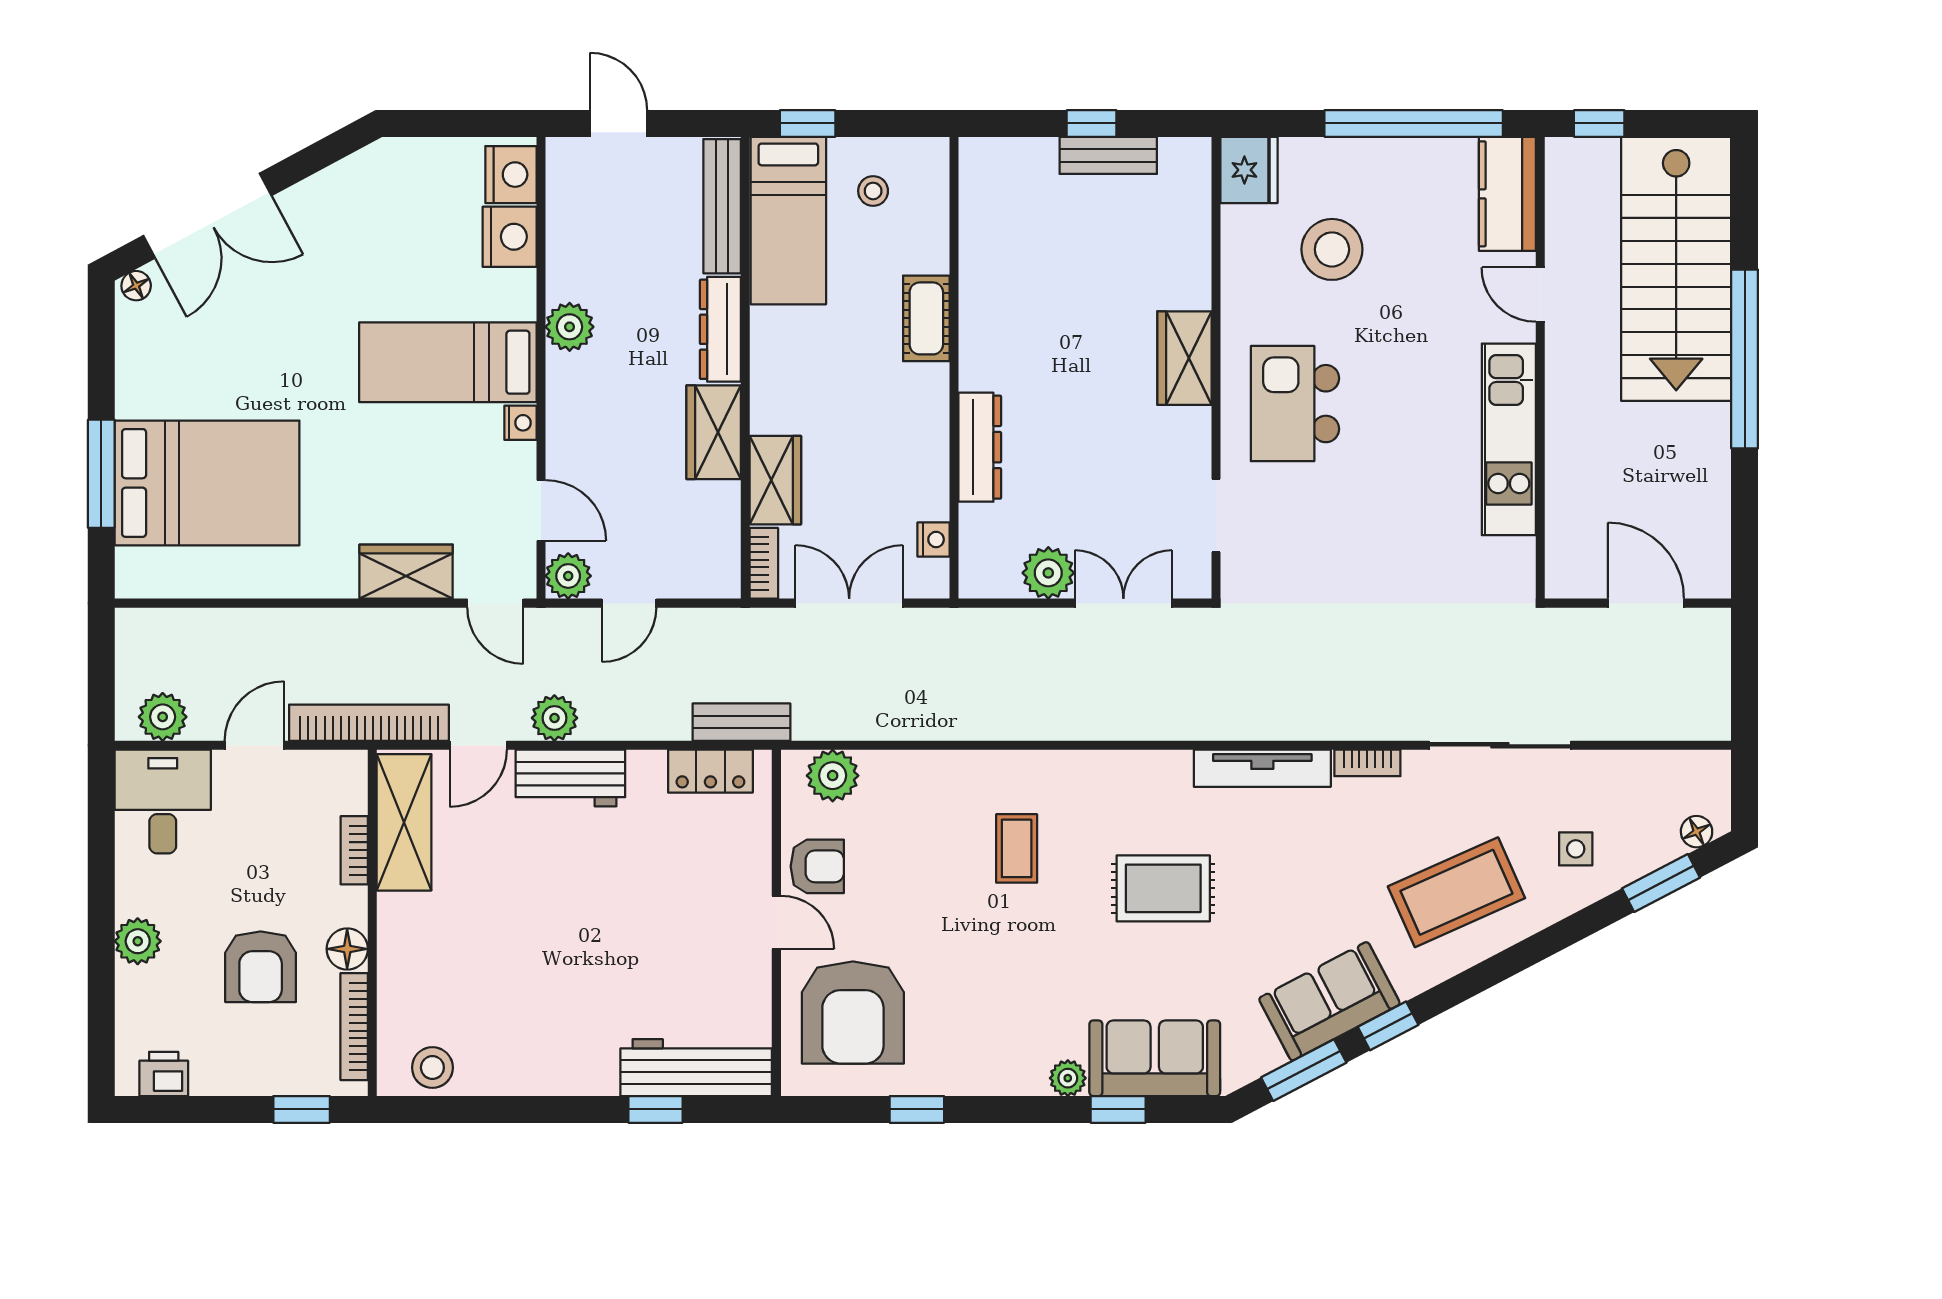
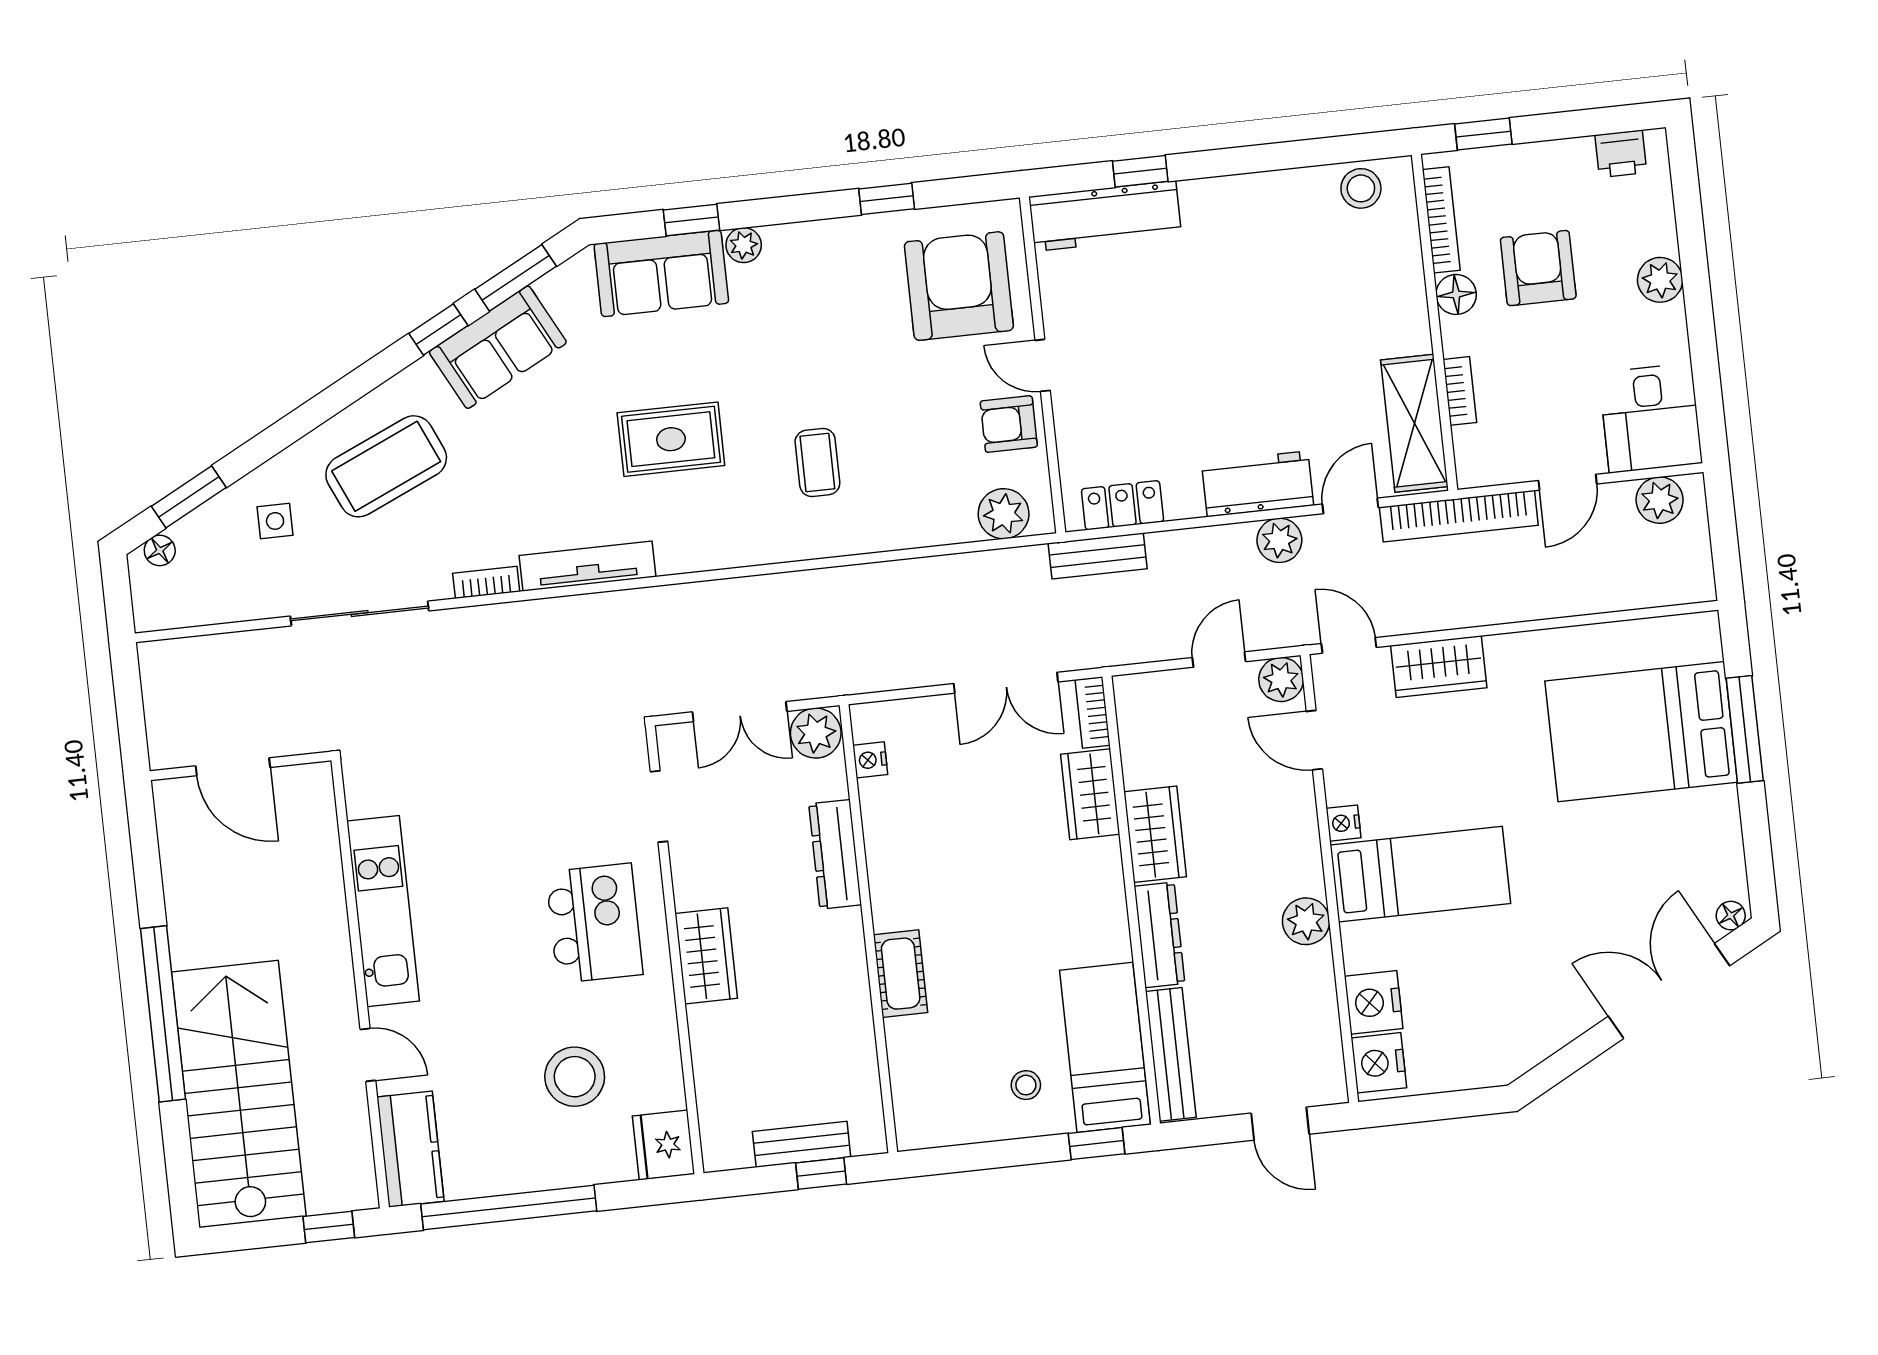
cot: (926, 318) -> (901, 974), moved
wall: (954, 368) -> (868, 929), moved
dresser: (980, 447) -> (835, 854), moved
nightstand: (934, 539) -> (870, 760), moved

